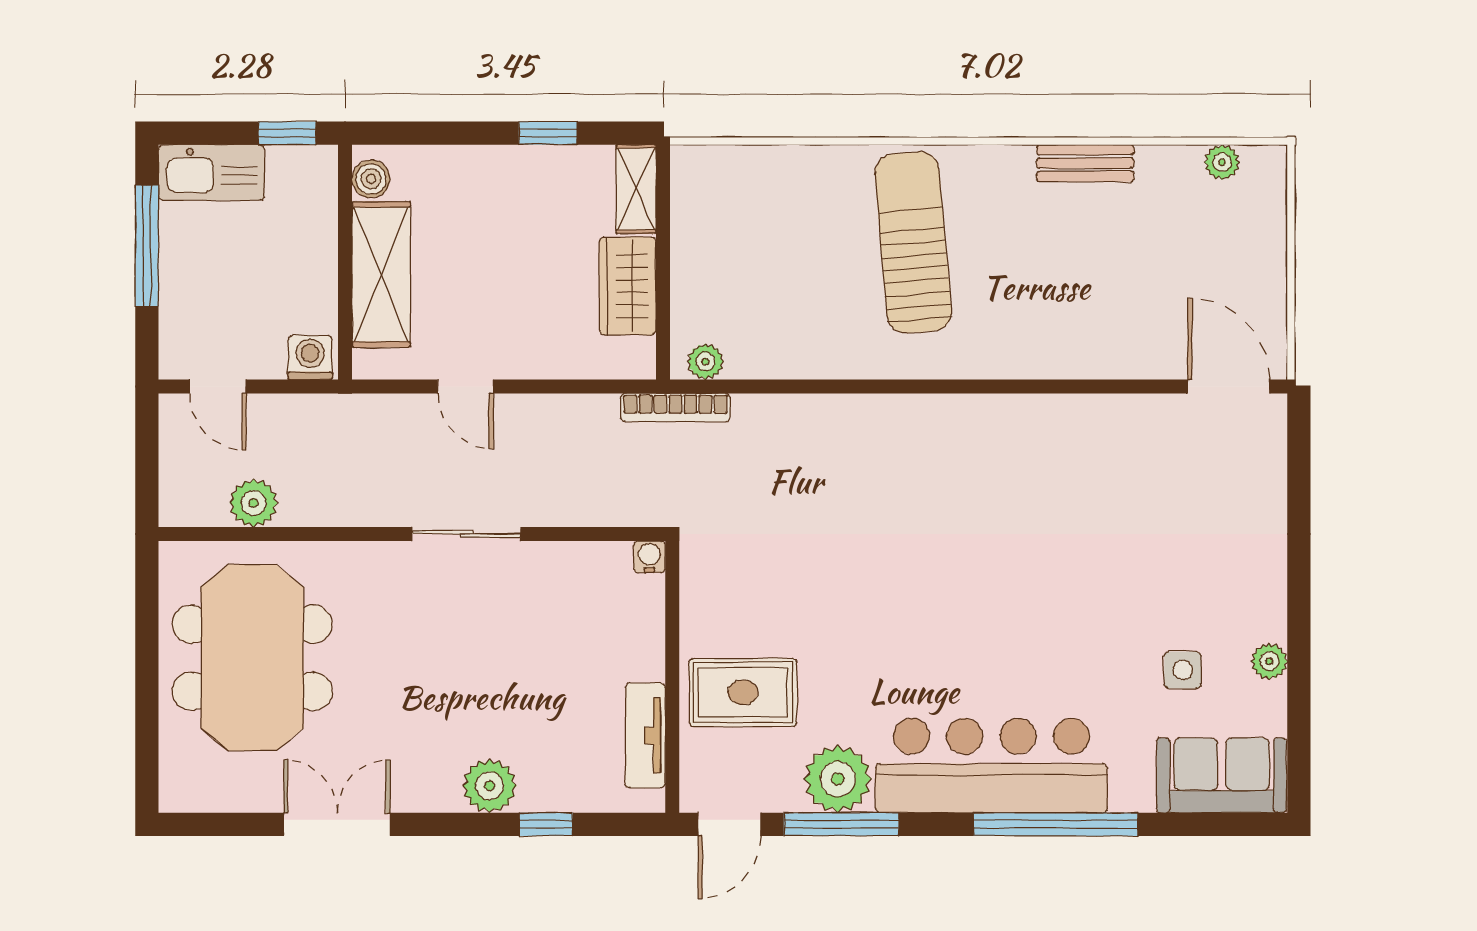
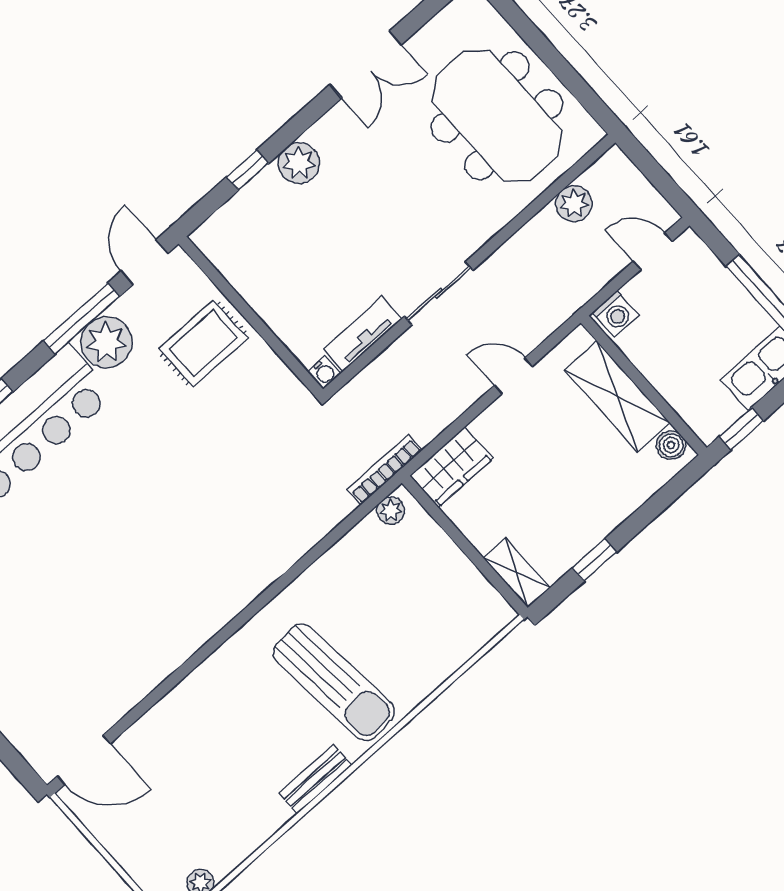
bench: (1085, 163) -> (315, 779), moved
wardrobe: (628, 286) -> (451, 467), moved, turned 90
tv unit: (645, 735) -> (363, 334), moved, turned -90

